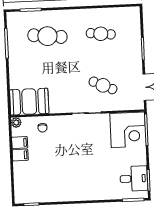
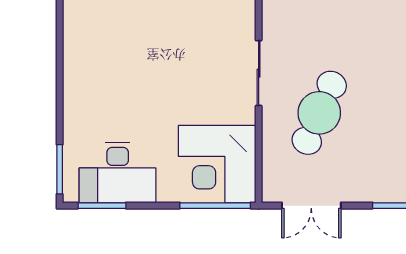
cafe table: (103, 85) -> (319, 113), width x1.37, depth x1.35
desk: (134, 179) -> (118, 173), width x1.37

